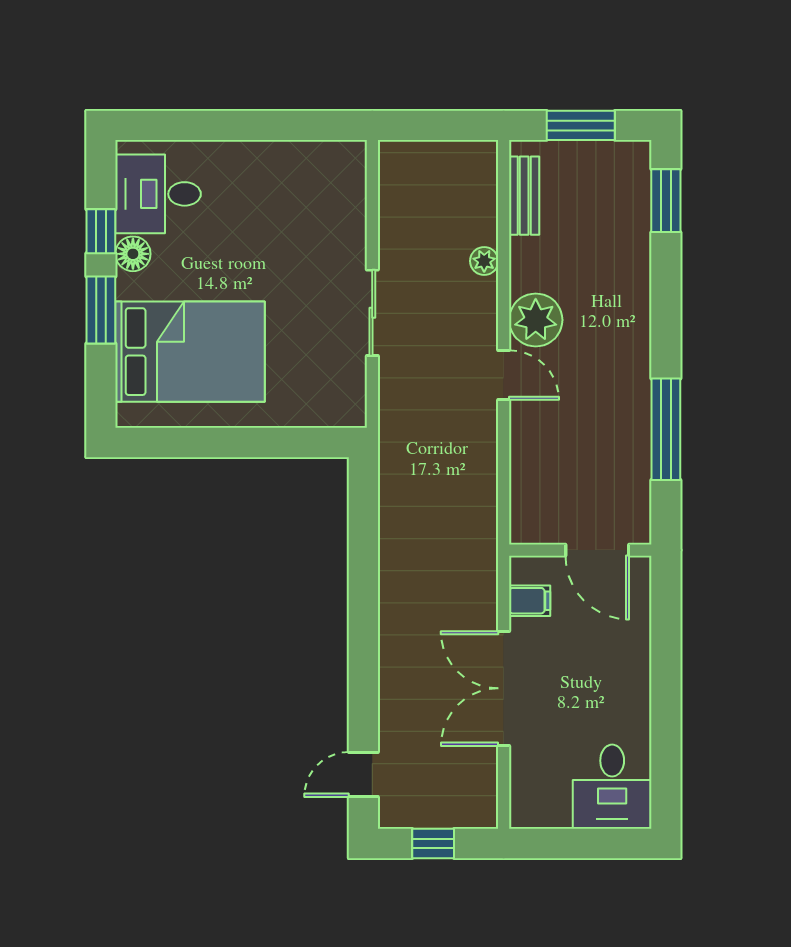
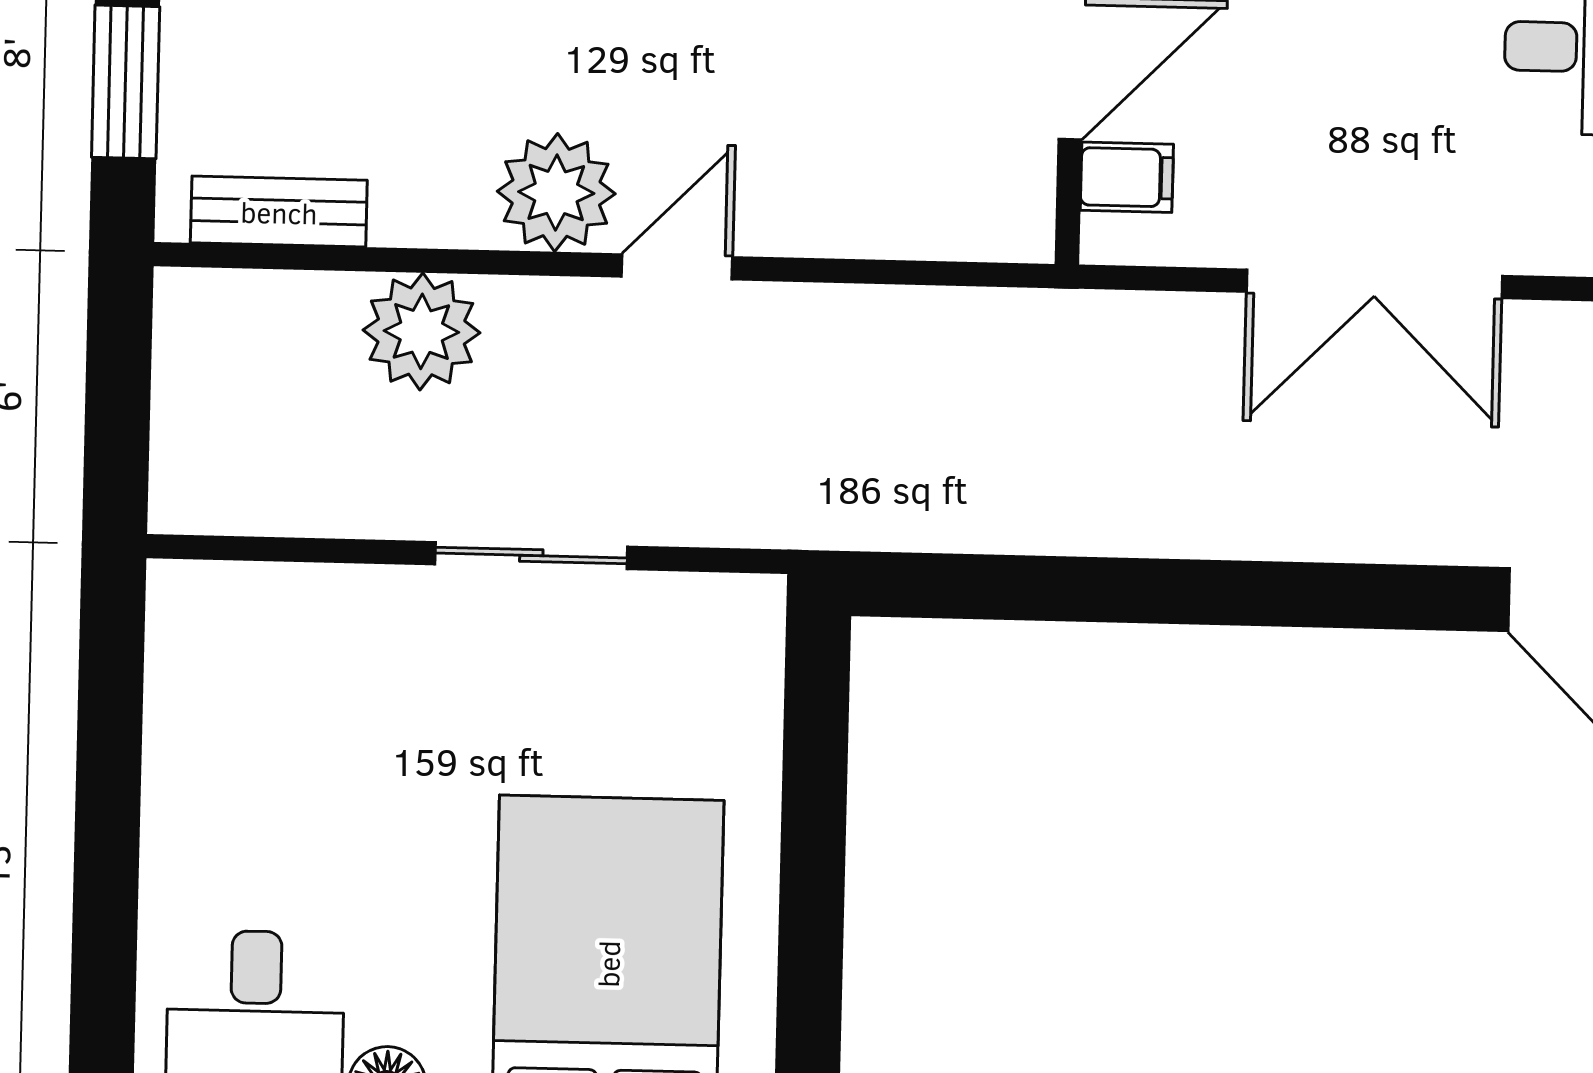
plant: (484, 261) -> (421, 331), width x1.87, depth x1.87
filing cabinet: (530, 601) -> (1127, 177), moved, turned 90

